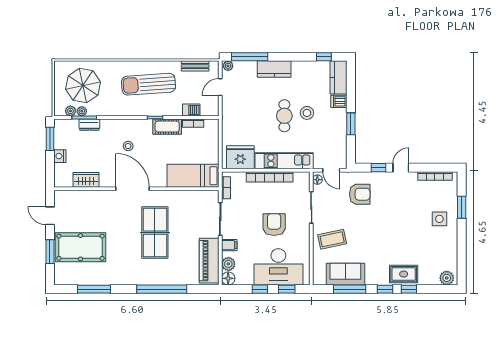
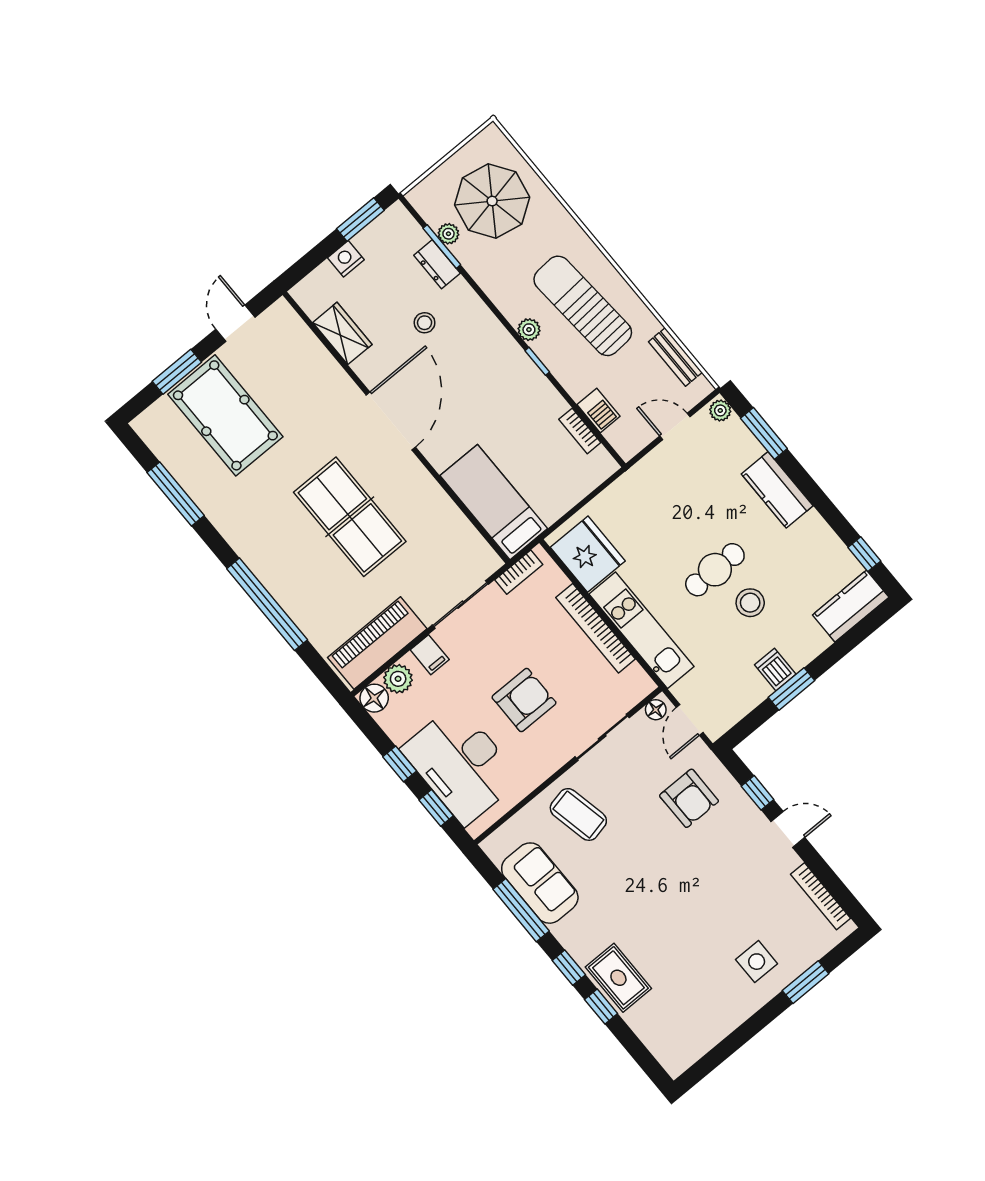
window: (250, 57) -> (764, 433), width x0.69
dishwasher: (339, 101) -> (775, 670), moved
plant: (70, 111) -> (529, 330), moved
cot: (167, 127) -> (539, 394), removed
stool: (128, 146) -> (425, 323), moved
table tennis table: (155, 233) -> (350, 517), turned 90
plant: (447, 278) -> (670, 1053), removed

